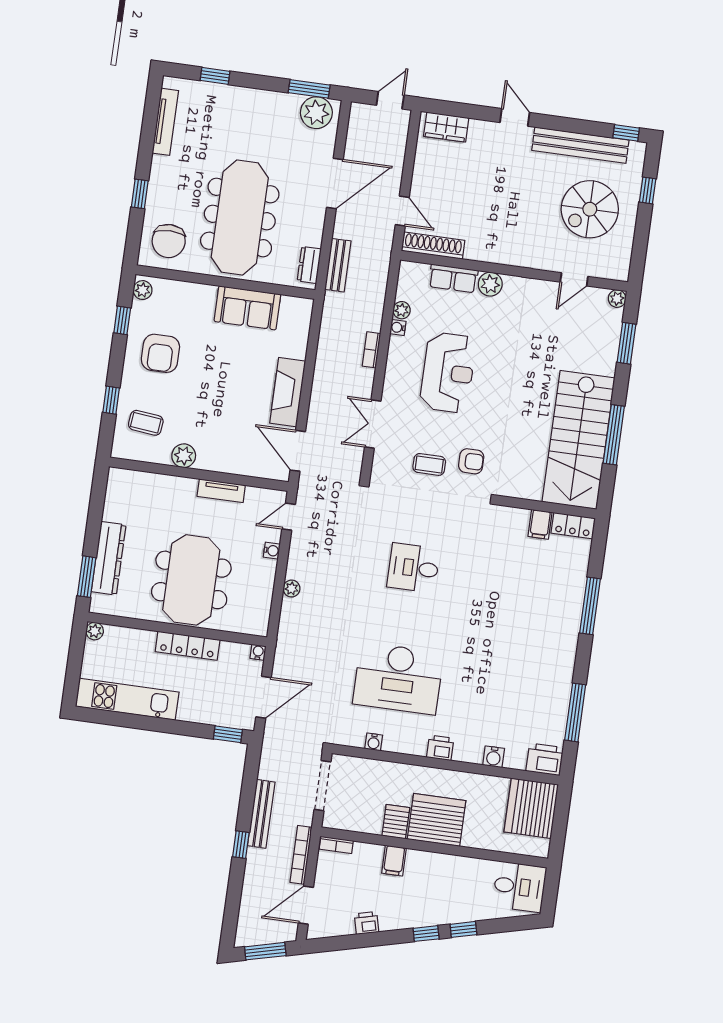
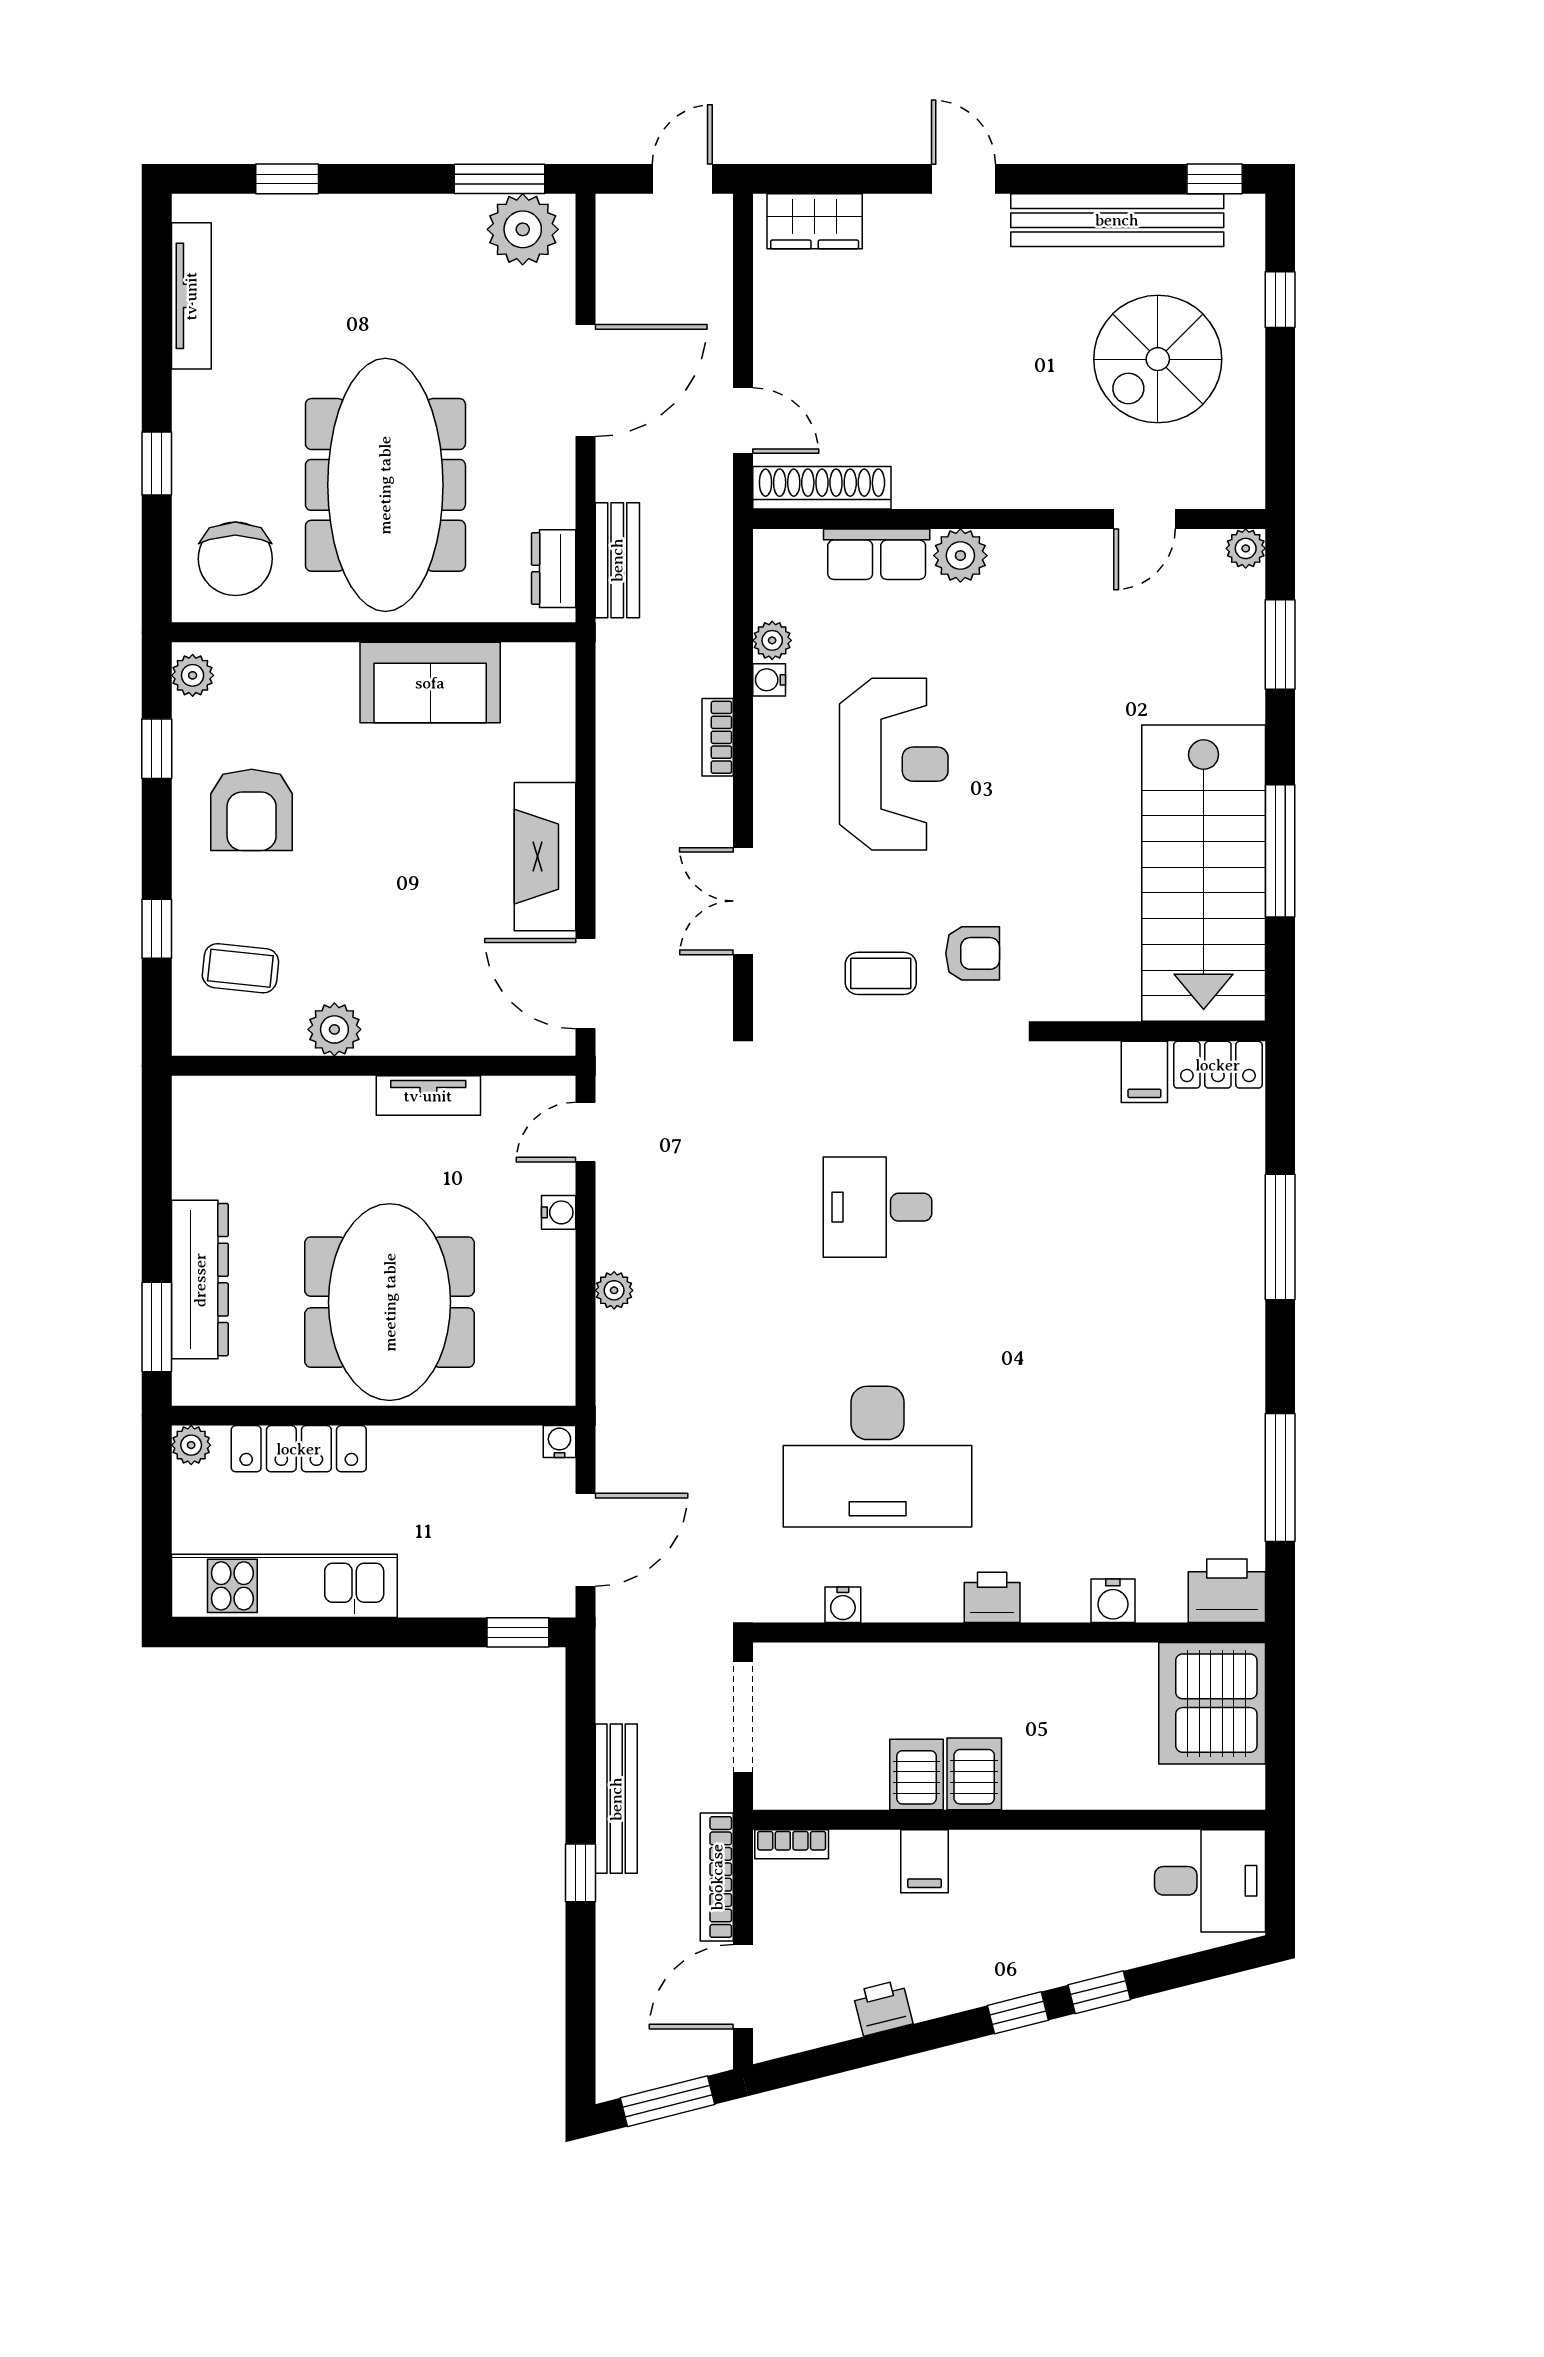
locker: (188, 646) -> (299, 1449), moved
server rack: (437, 820) -> (974, 1774), width x0.46, depth x0.70

